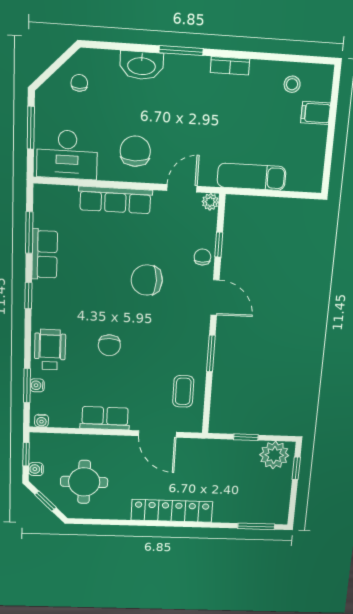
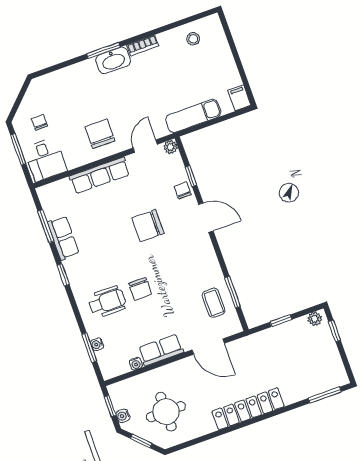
washbasin: (141, 65) -> (113, 60), moved
chair: (79, 83) -> (39, 122), moved
filing cabinet: (316, 113) -> (239, 98), moved, turned 90
desk: (67, 155) -> (46, 159), width x0.73
wheelchair: (50, 350) -> (107, 302), moved, turned 90
window: (211, 353) -> (233, 292), moved
water cooler: (41, 421) -> (136, 364), moved
plant: (274, 455) -> (315, 319), width x0.53, depth x0.53

